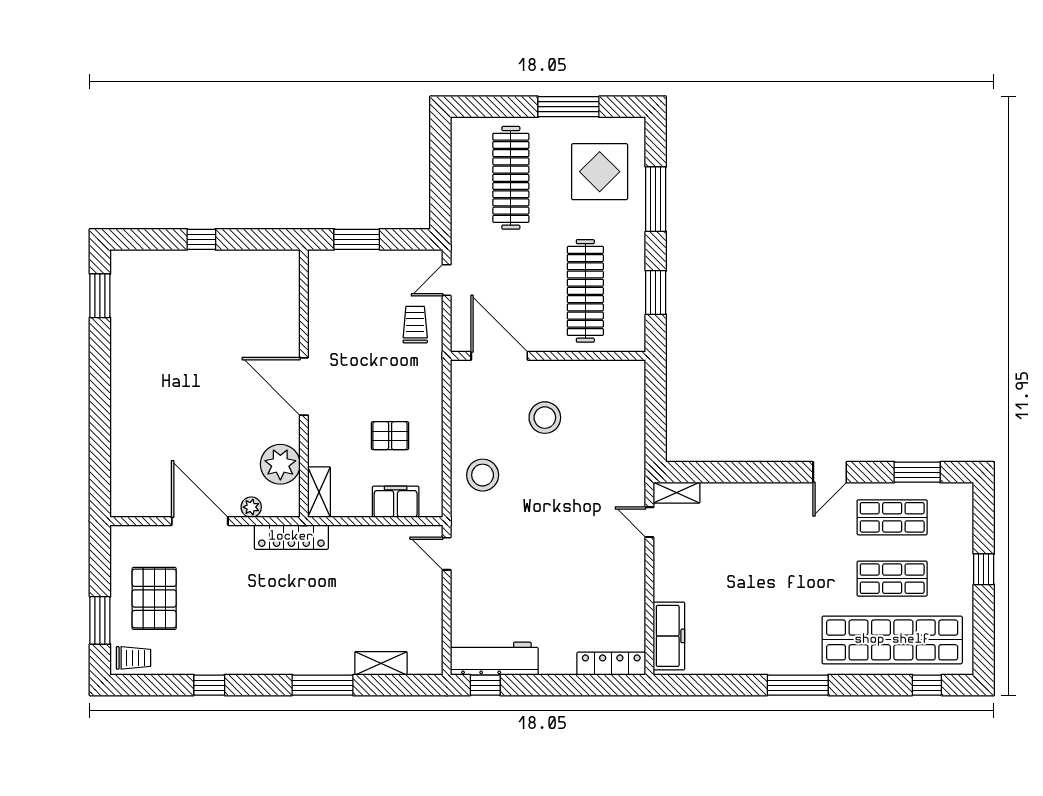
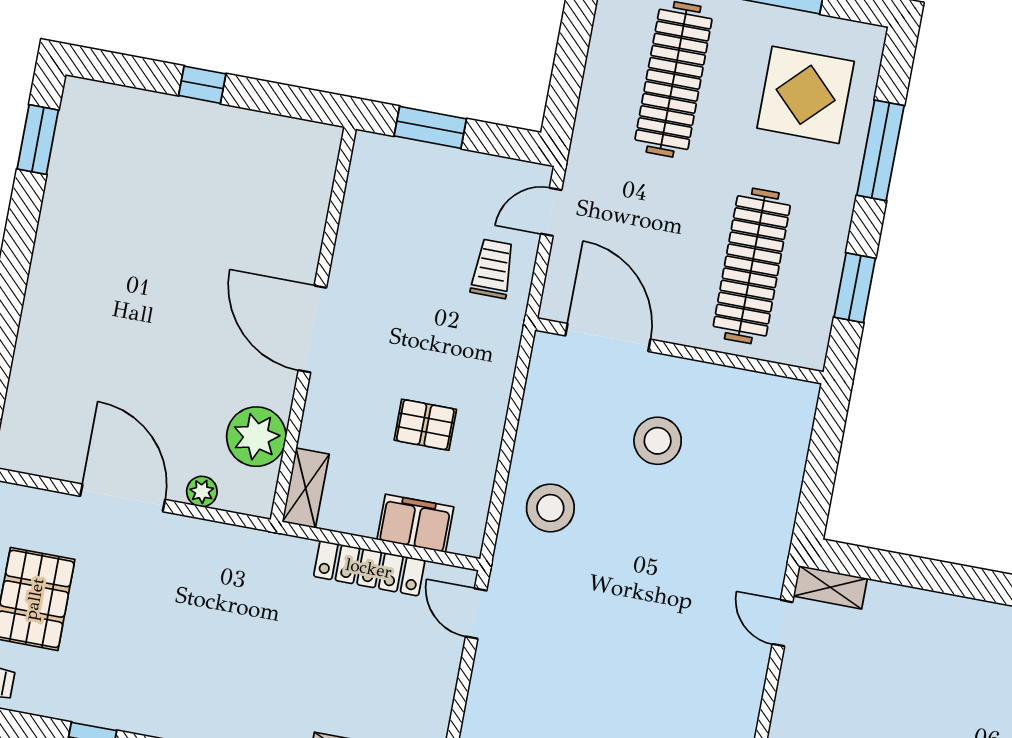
locker: (291, 537) -> (369, 568), moved

